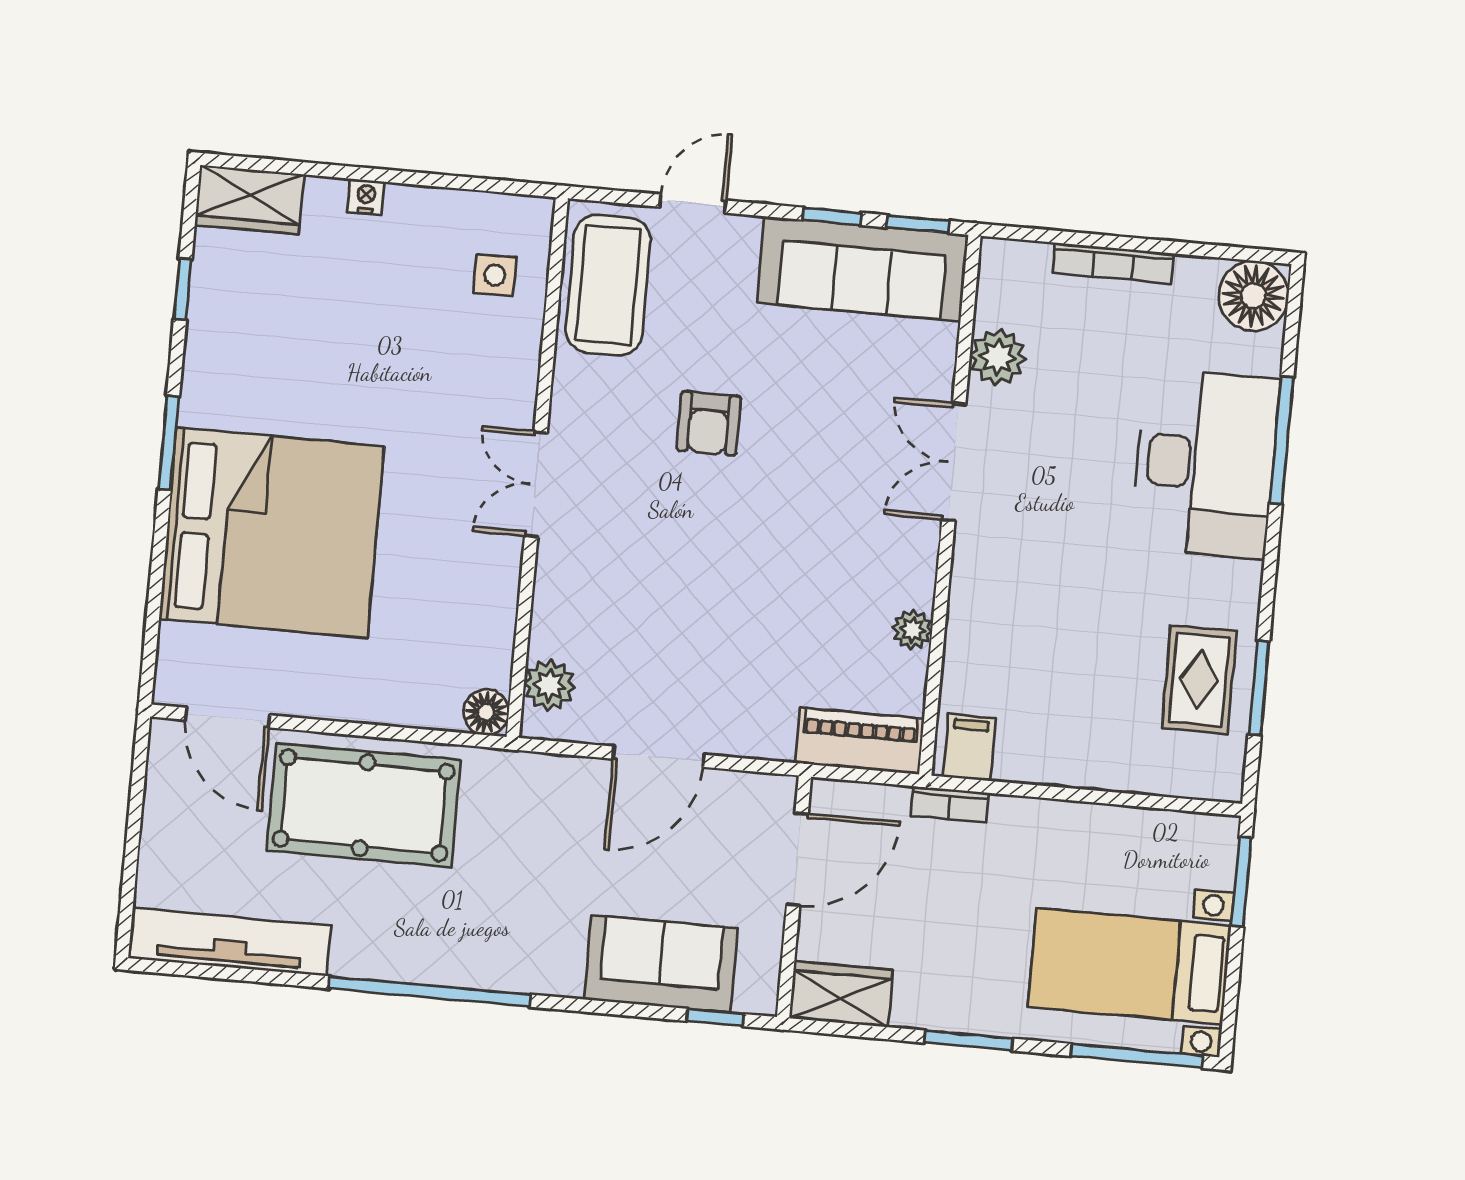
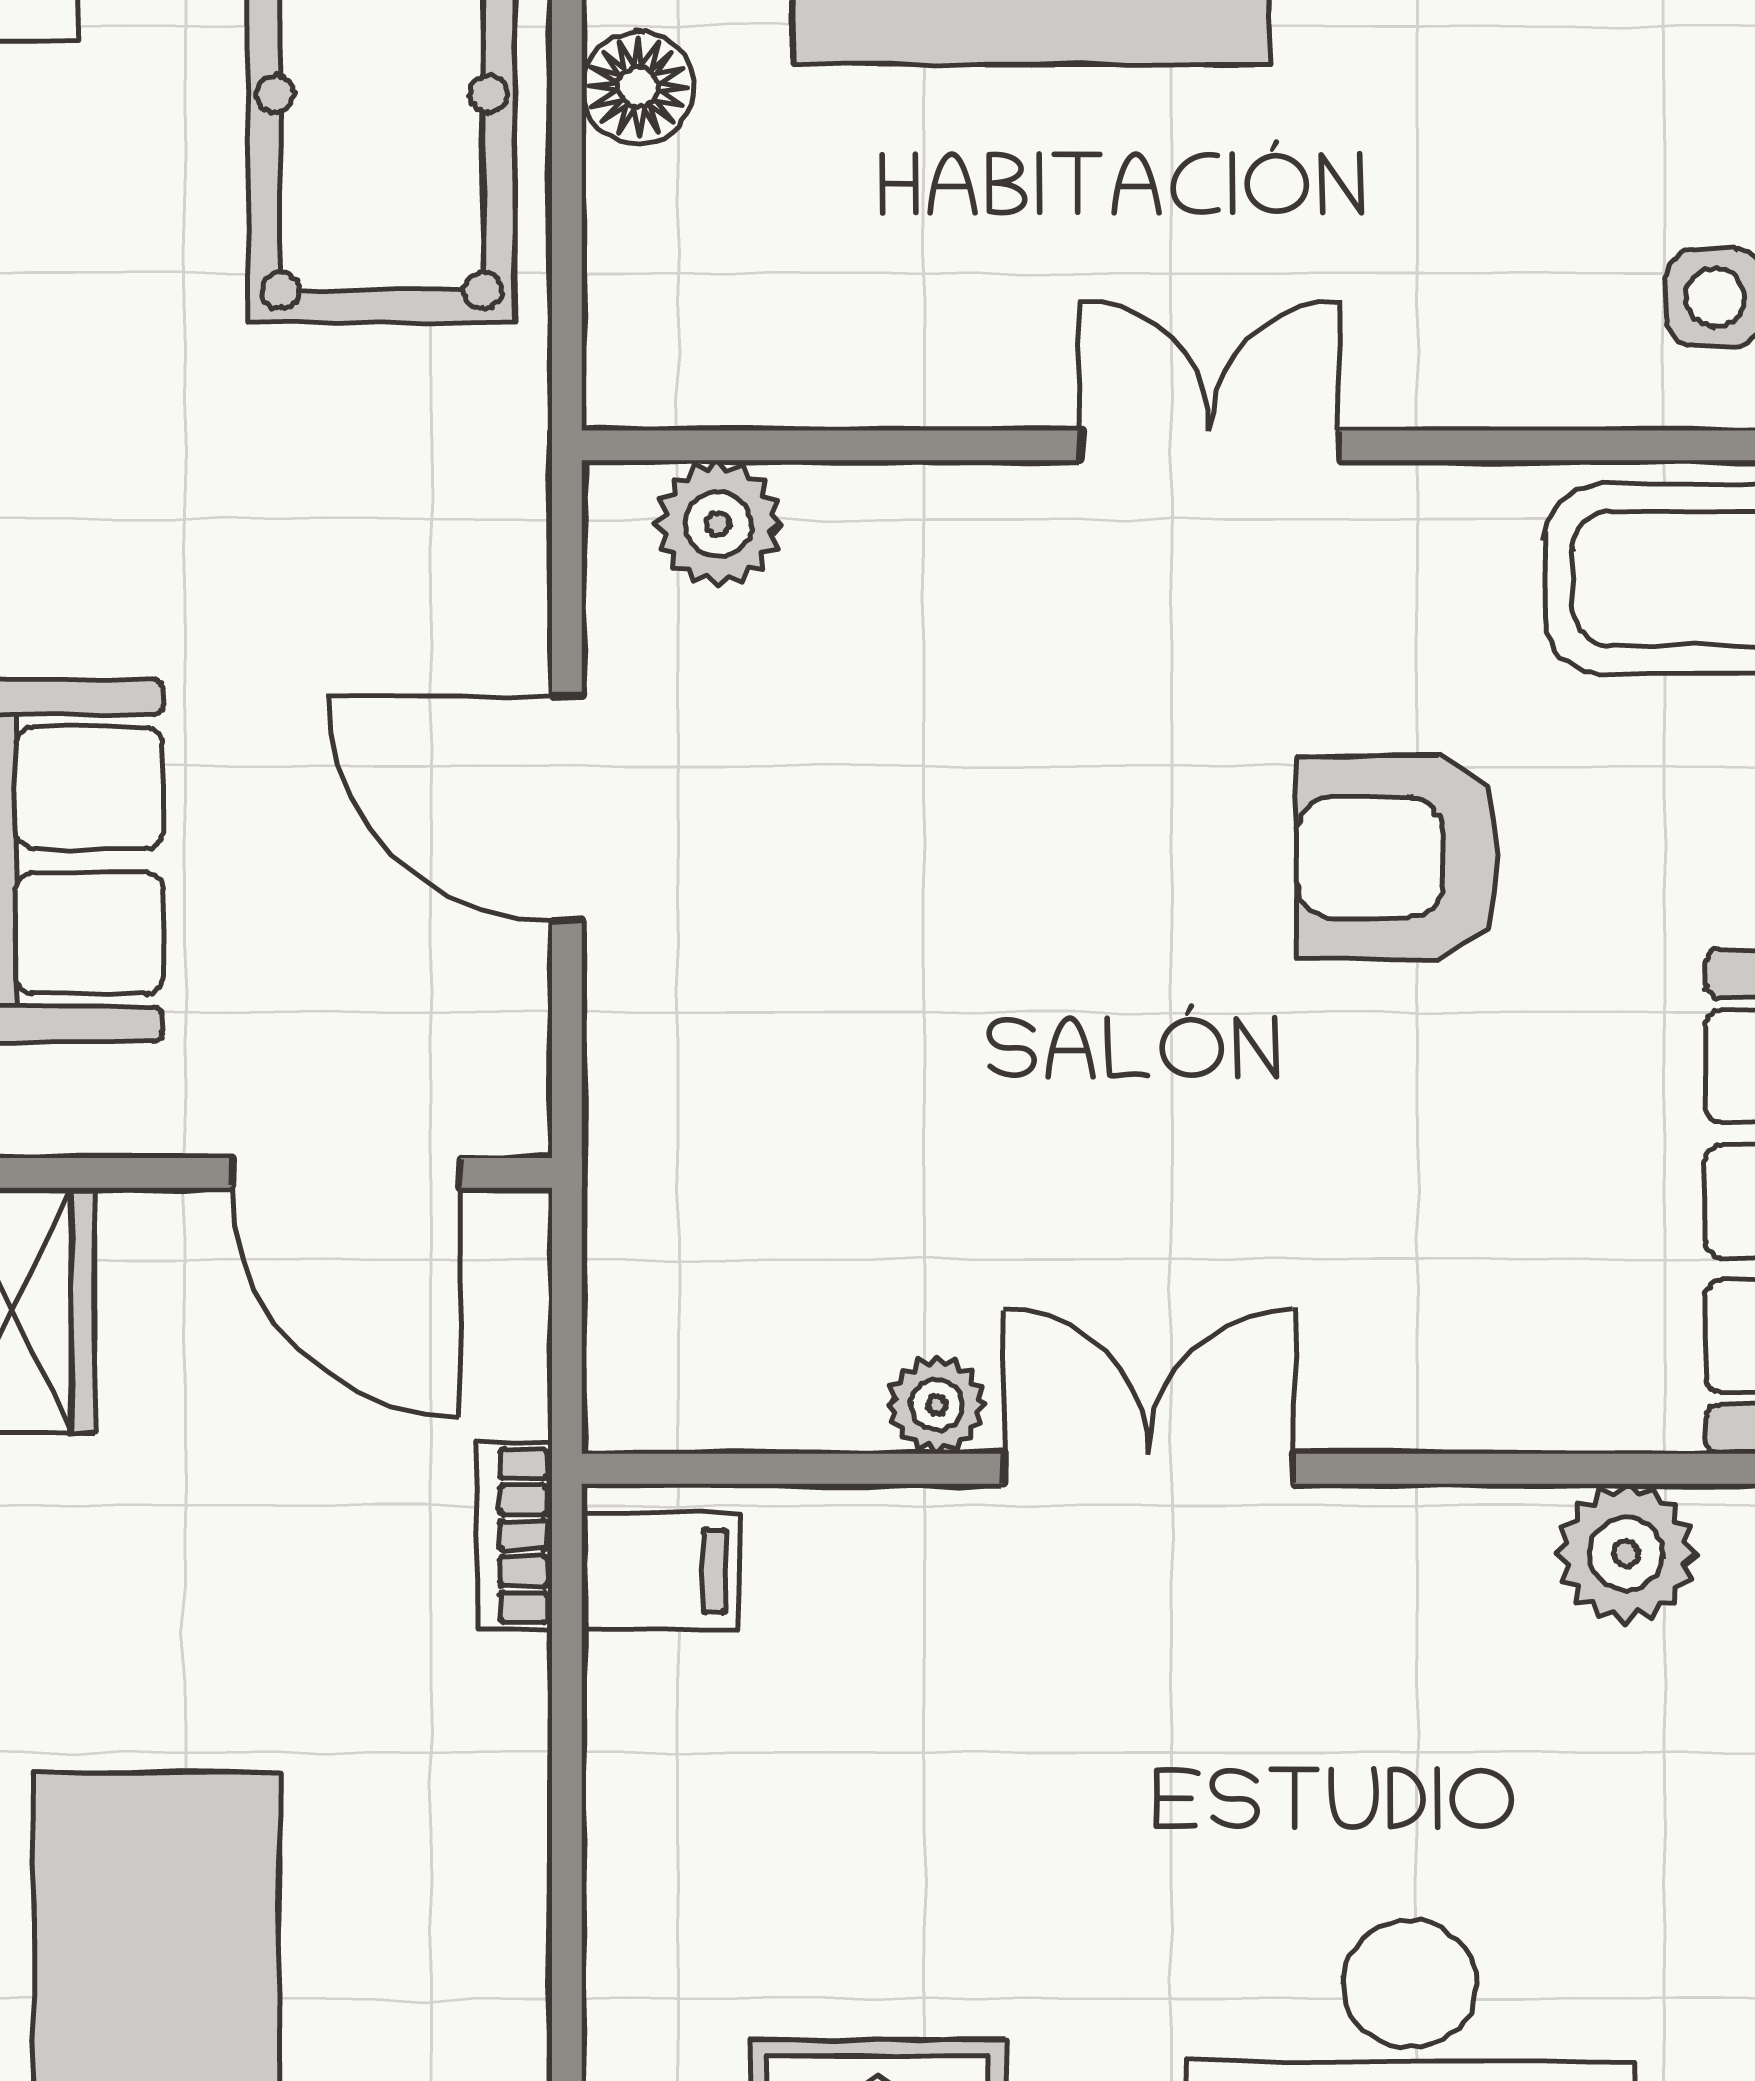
armchair: (709, 423) -> (1398, 857), width x1.38, depth x1.38
double door: (954, 462) -> (1149, 1469), moved
floor lamp: (486, 712) -> (638, 87), moved
piano: (860, 741) -> (651, 1299), removed

